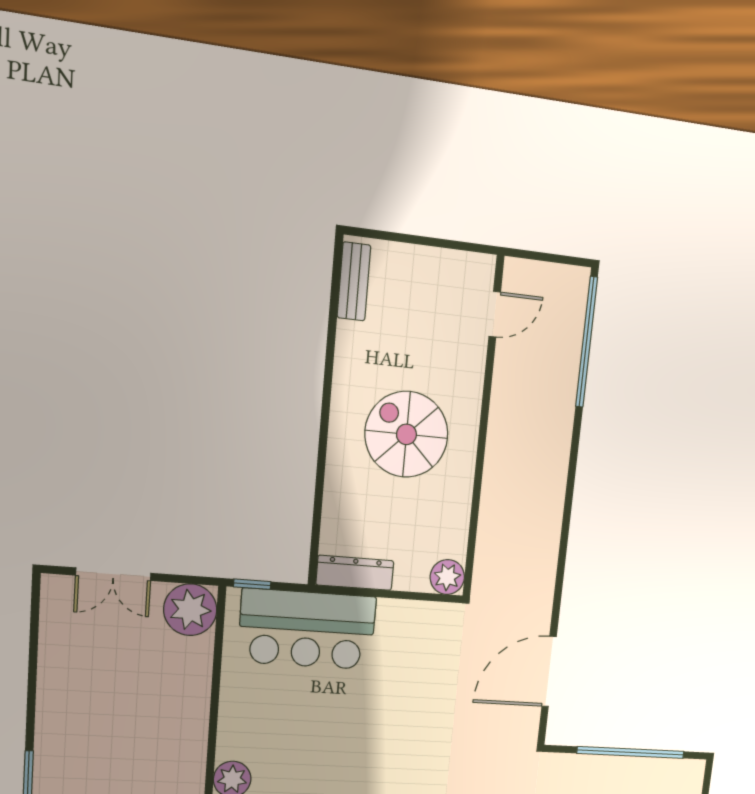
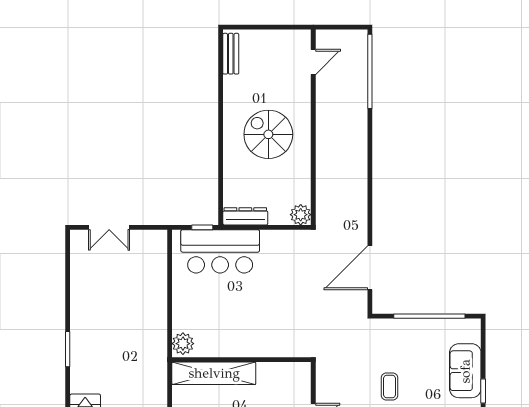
window: (252, 584) -> (202, 227), moved
plant: (190, 610) -> (153, 245), removed

